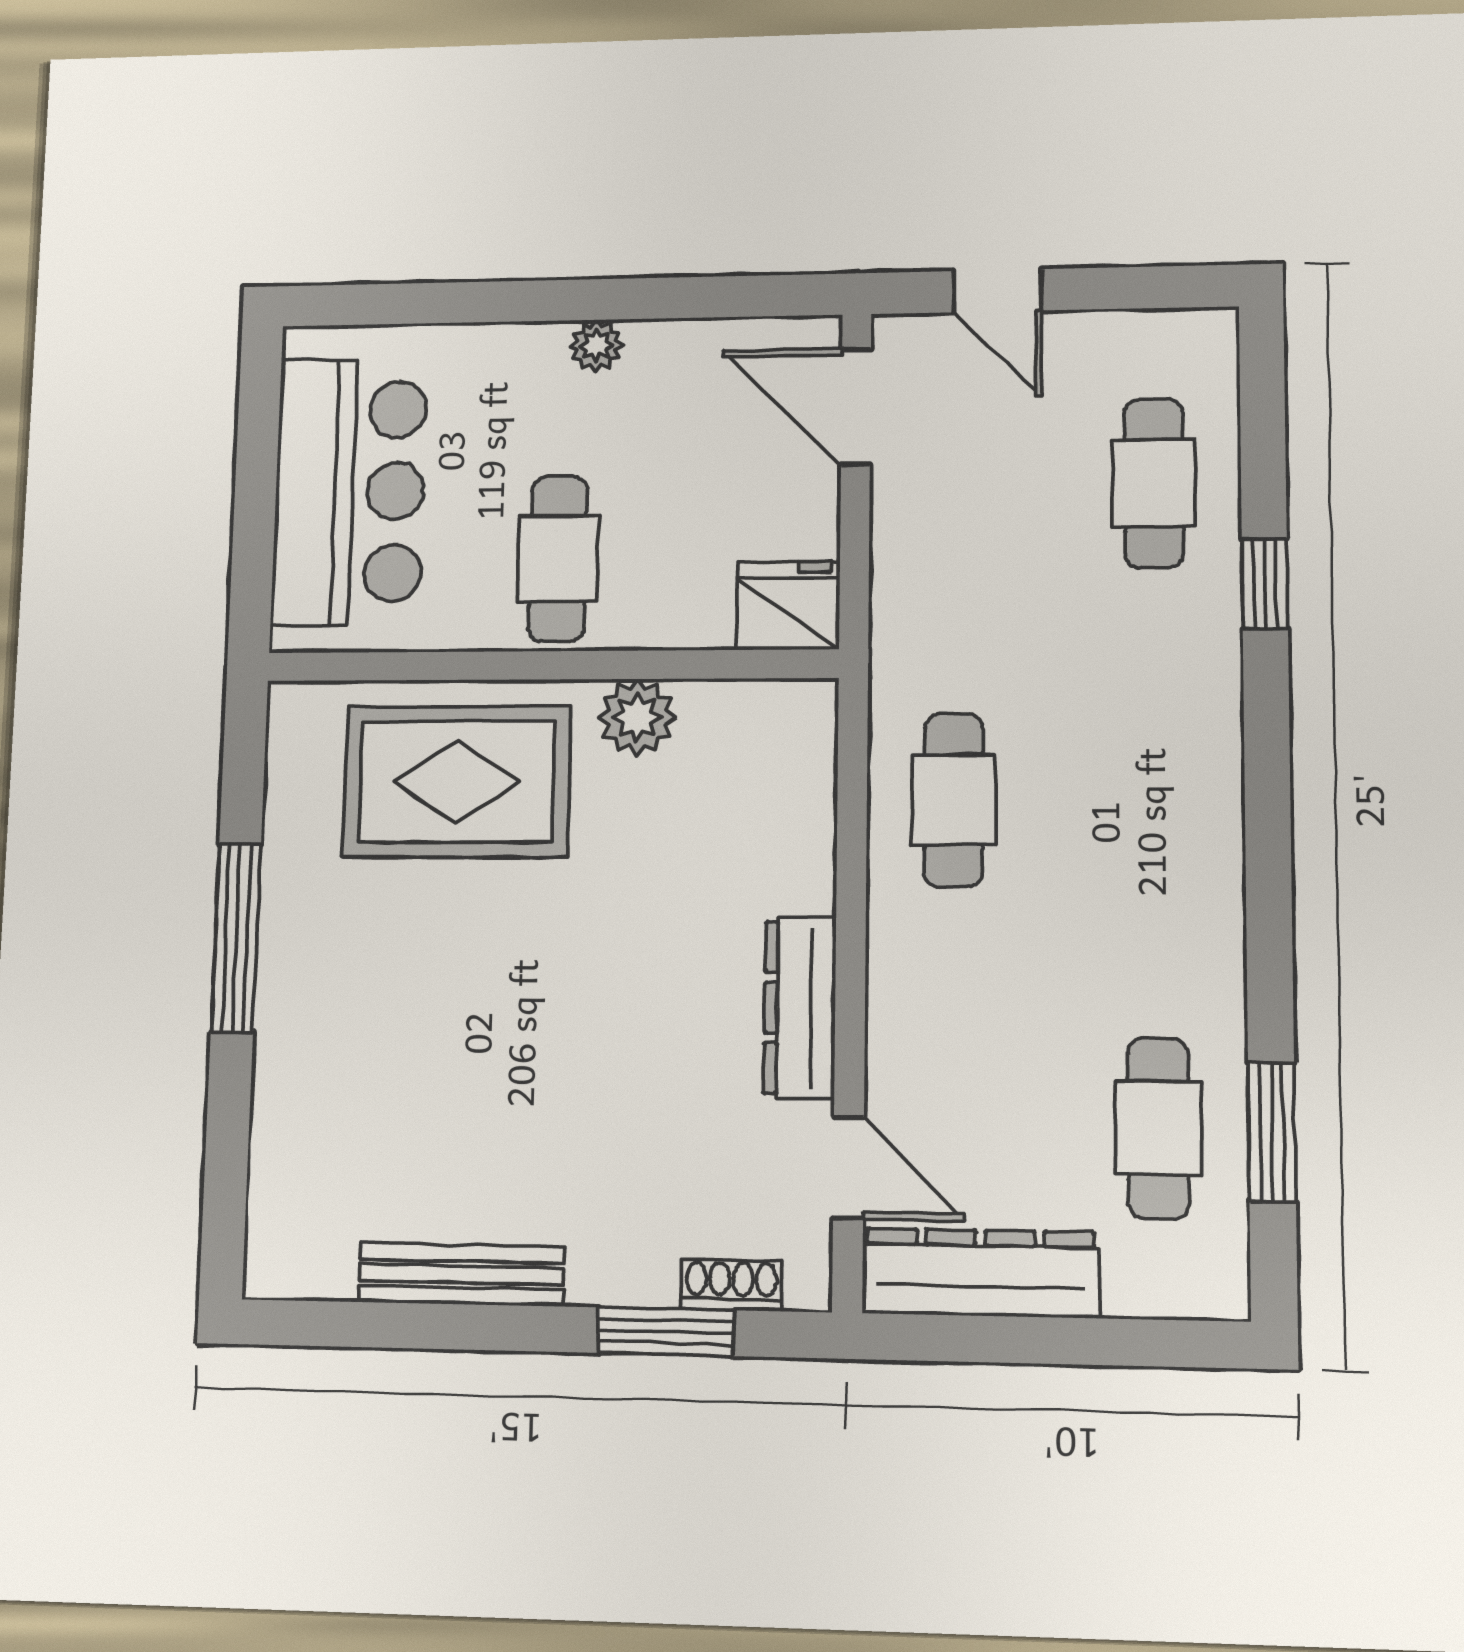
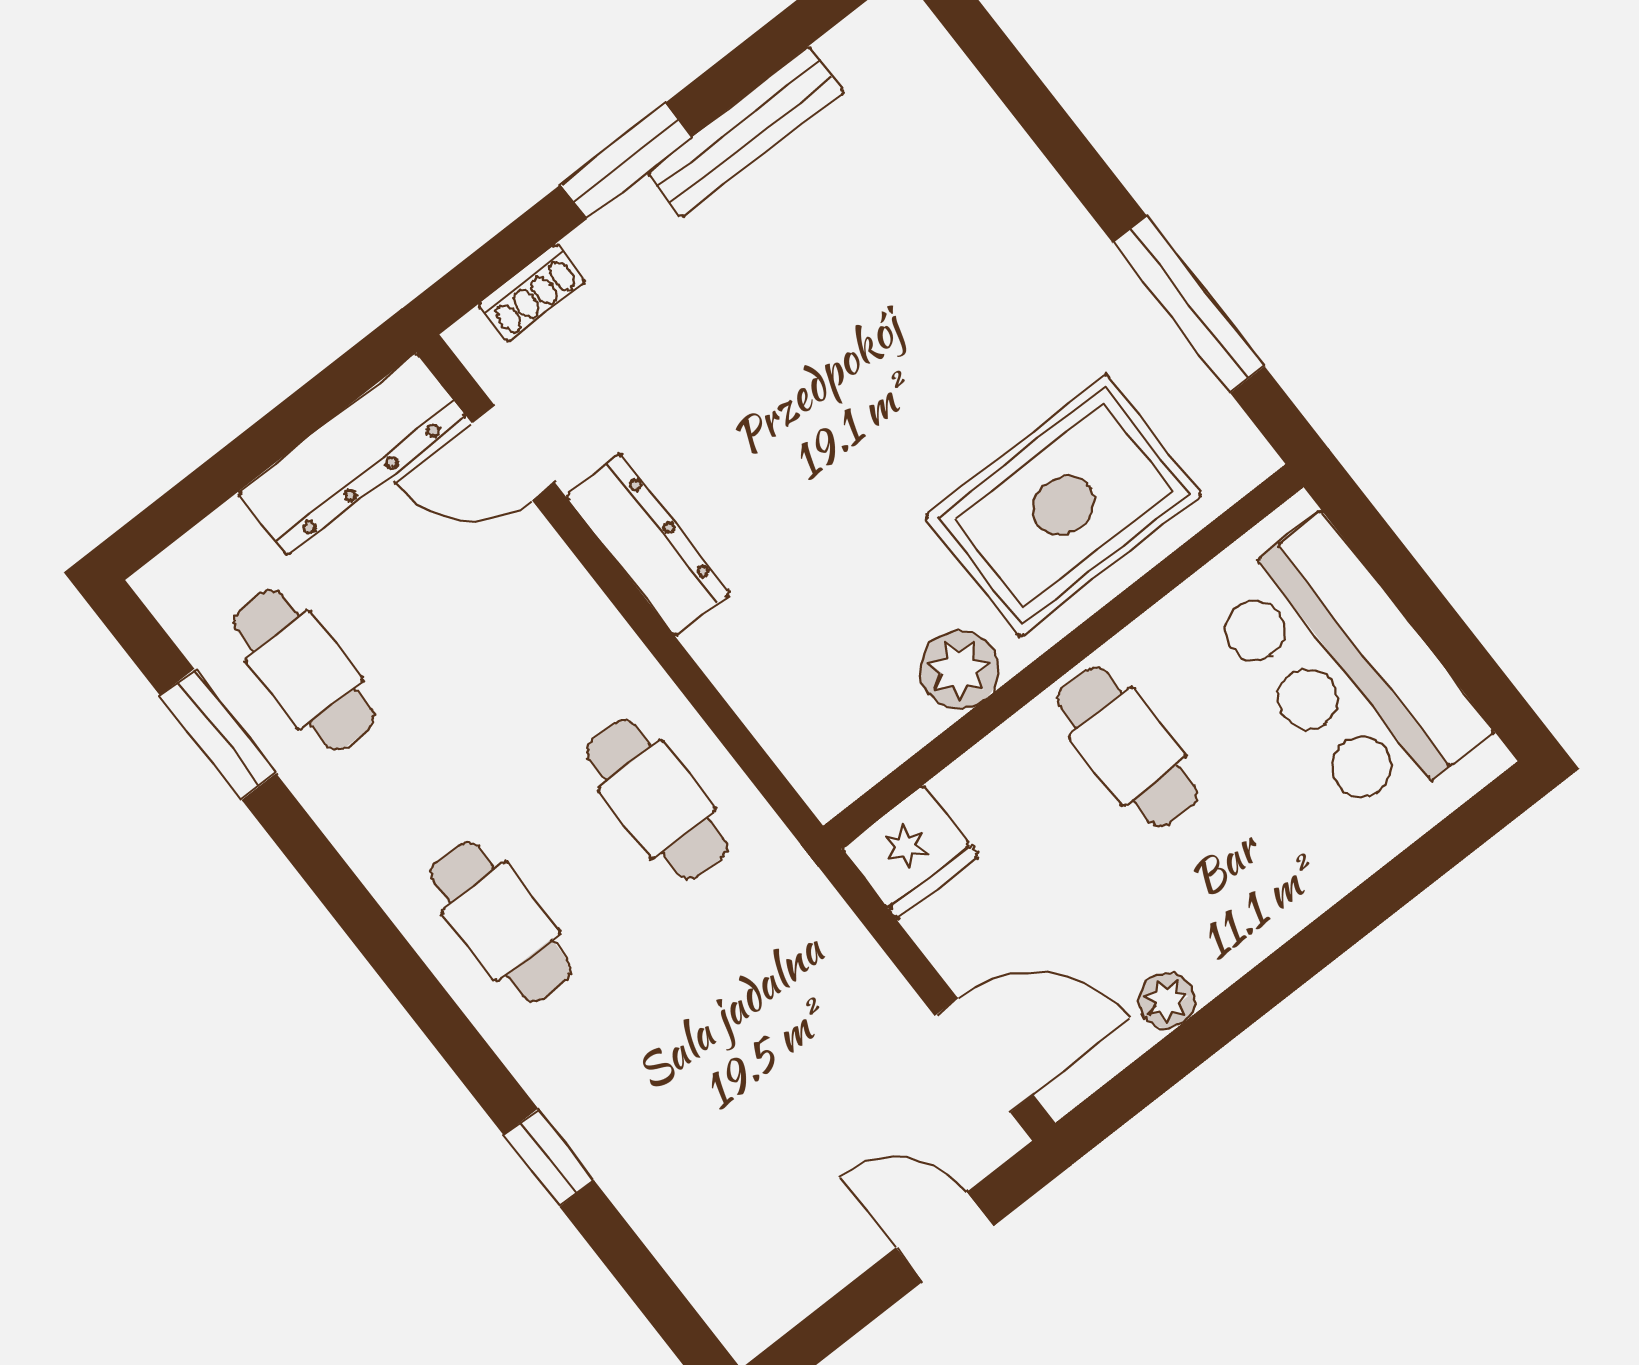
plant: (596, 346) -> (1167, 1001), moved
cafe table: (1154, 483) -> (501, 921), moved
window: (236, 938) -> (1189, 304), moved
window: (666, 1332) -> (626, 161), moved

